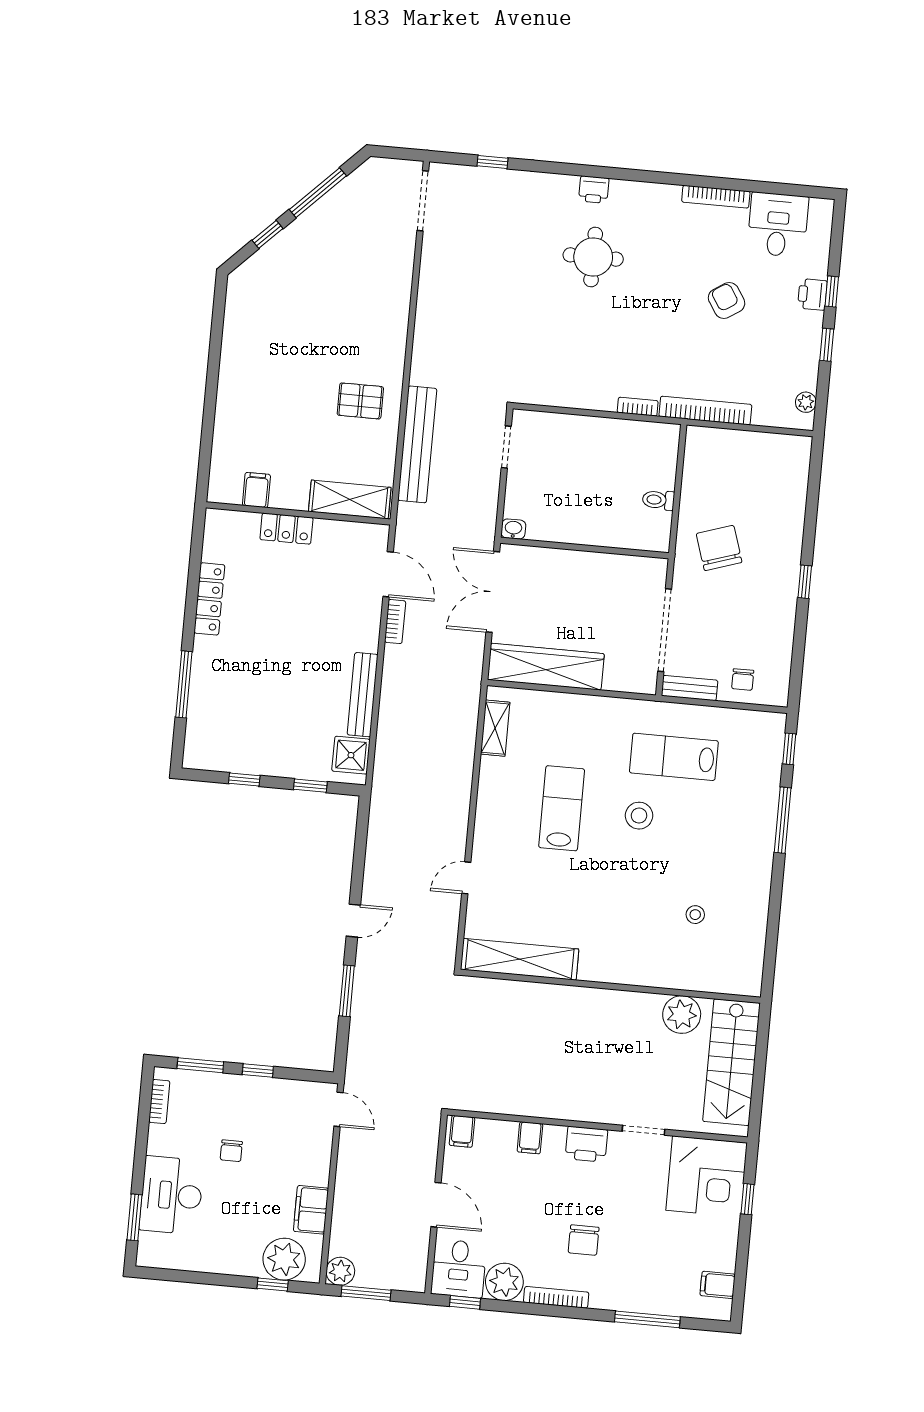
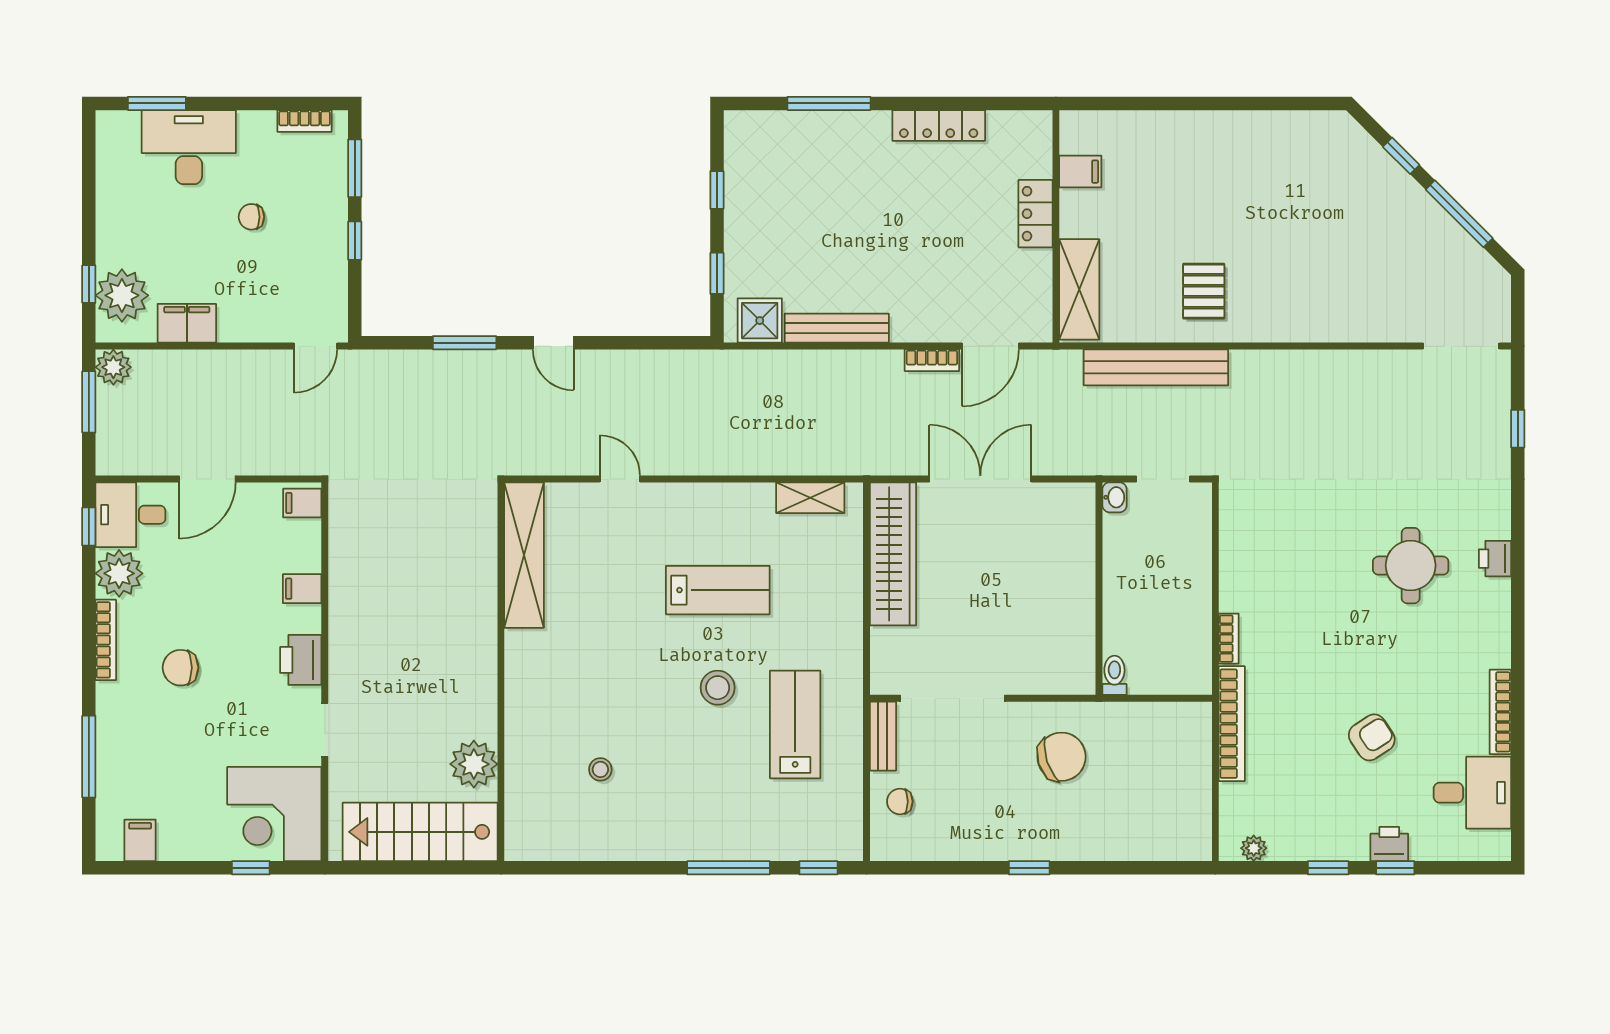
washbasin: (513, 529) -> (1115, 497), moved
wall: (585, 548) -> (1099, 589), moved

